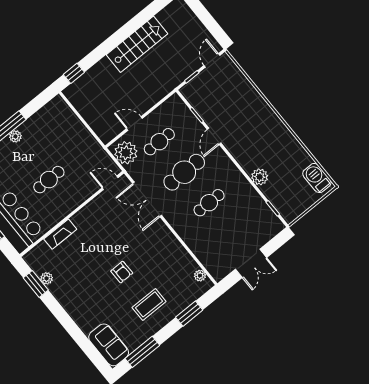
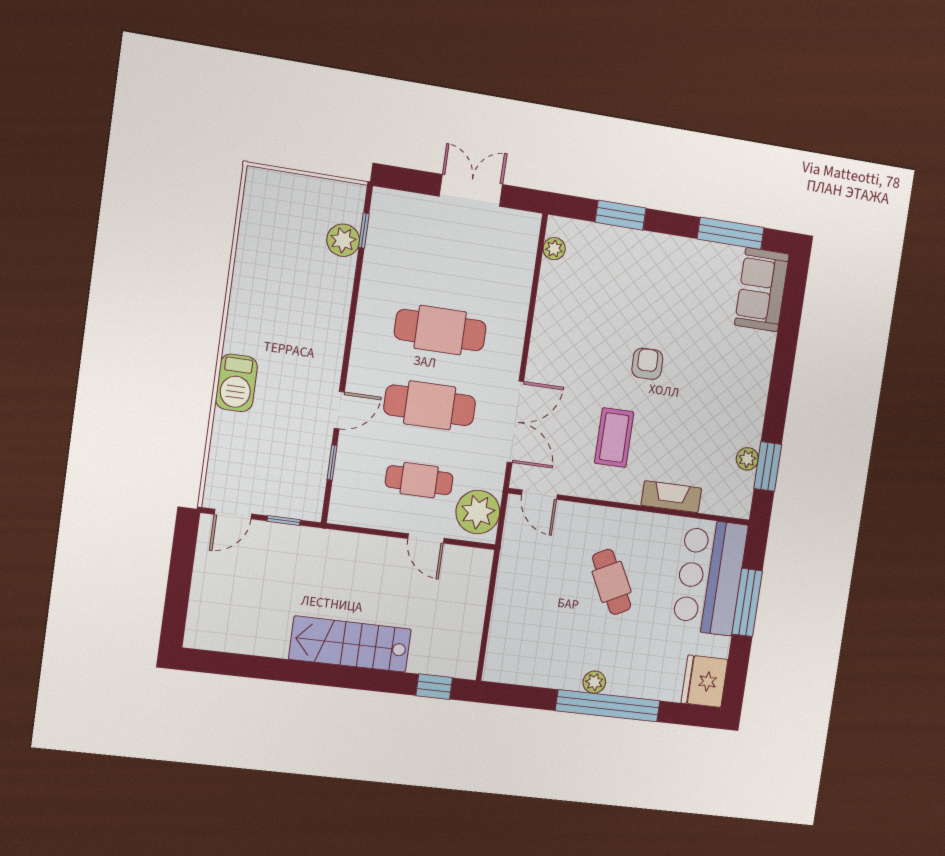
stairs: (137, 44) -> (350, 644), moved
plant: (260, 177) -> (343, 240), moved
barbecue: (317, 178) -> (236, 383), moved
cafe table: (49, 180) -> (612, 582), turned 63
cafe table: (209, 203) -> (440, 330), width x1.37, depth x1.35
coffee table: (149, 304) -> (614, 438), moved, turned 90

